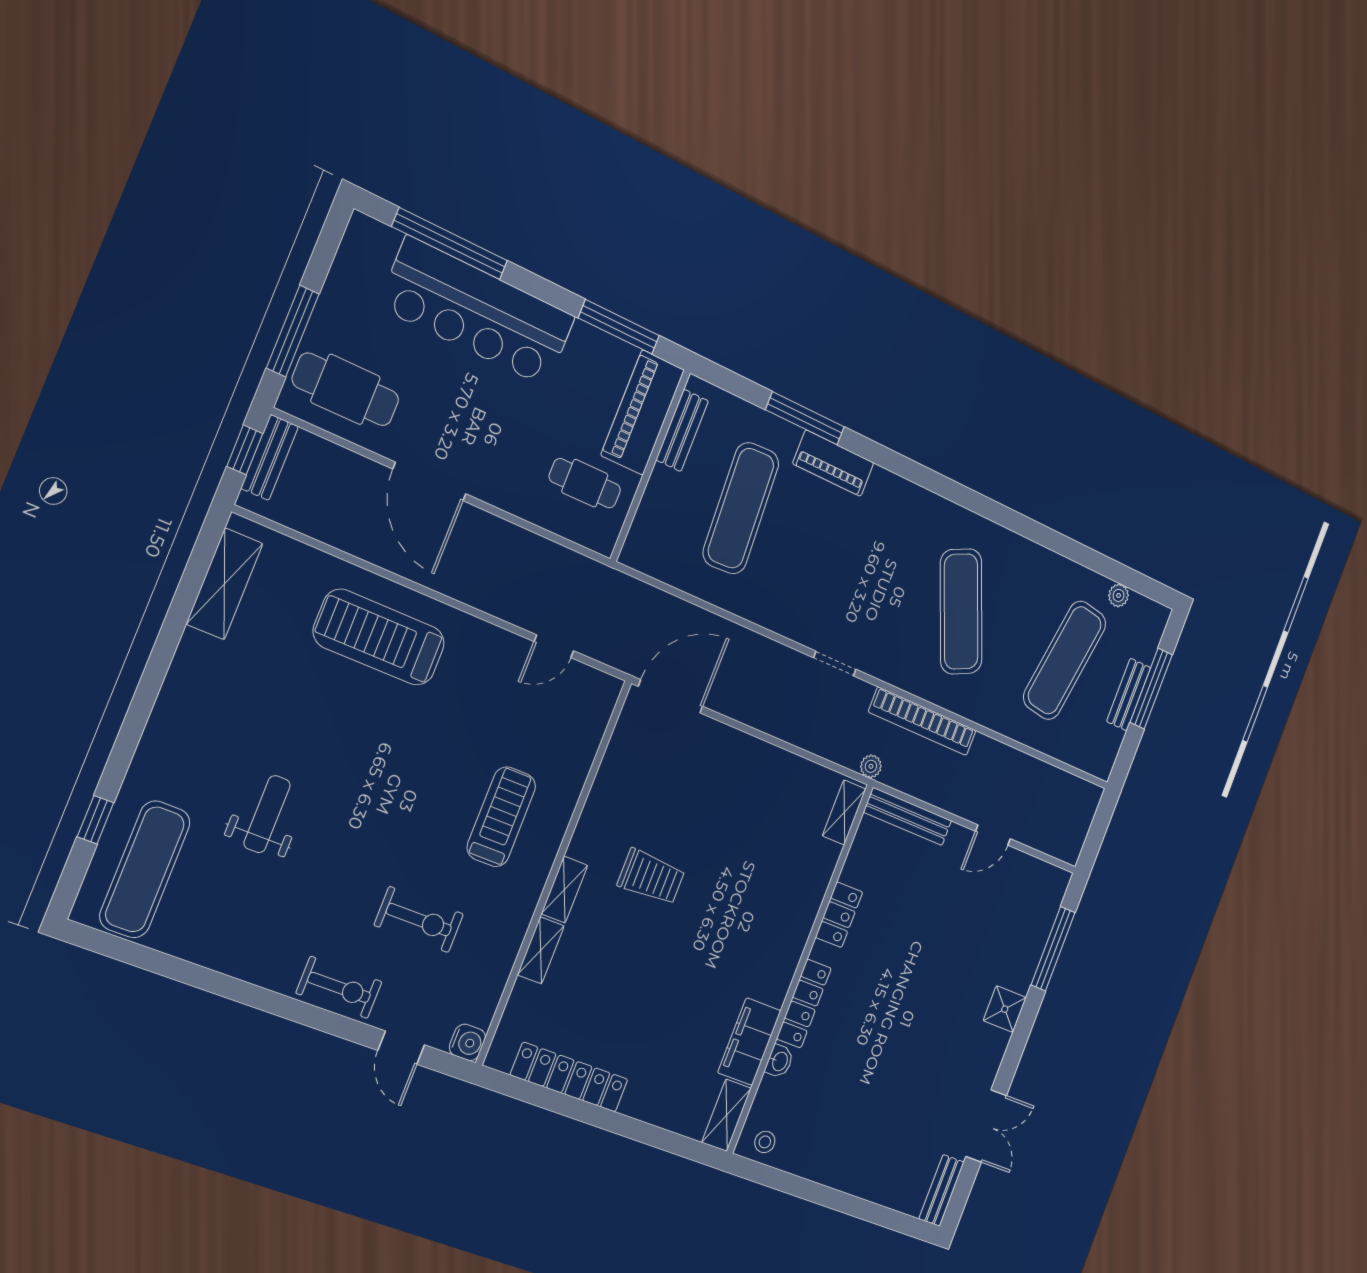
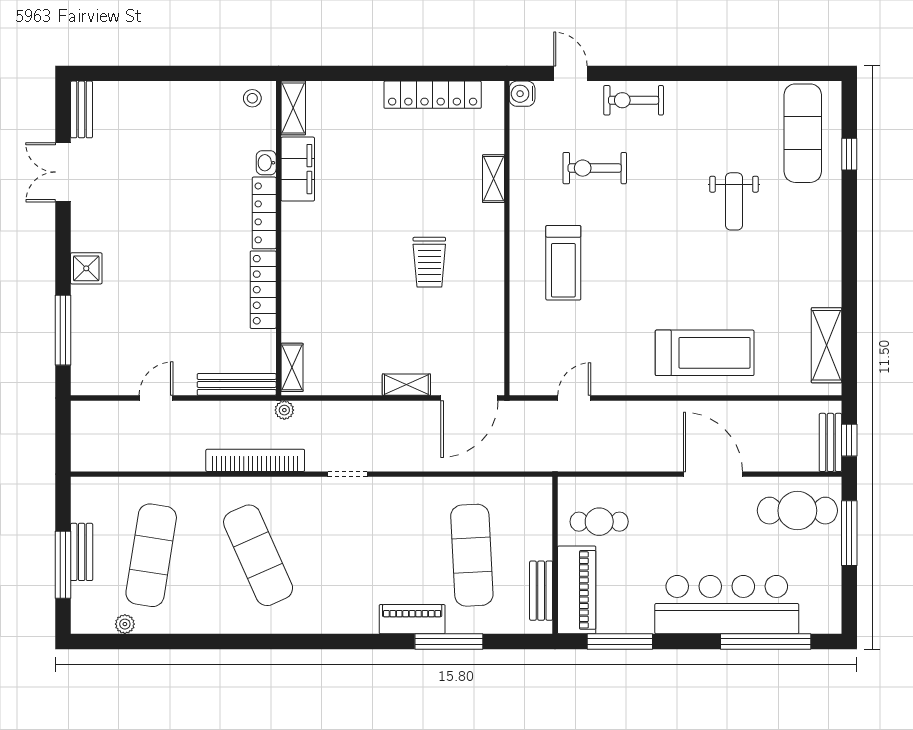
trolley: (651, 877) -> (429, 262), turned -90
shelving: (564, 890) -> (406, 385), moved, turned 90
locker: (839, 915) -> (263, 290), width x1.53

